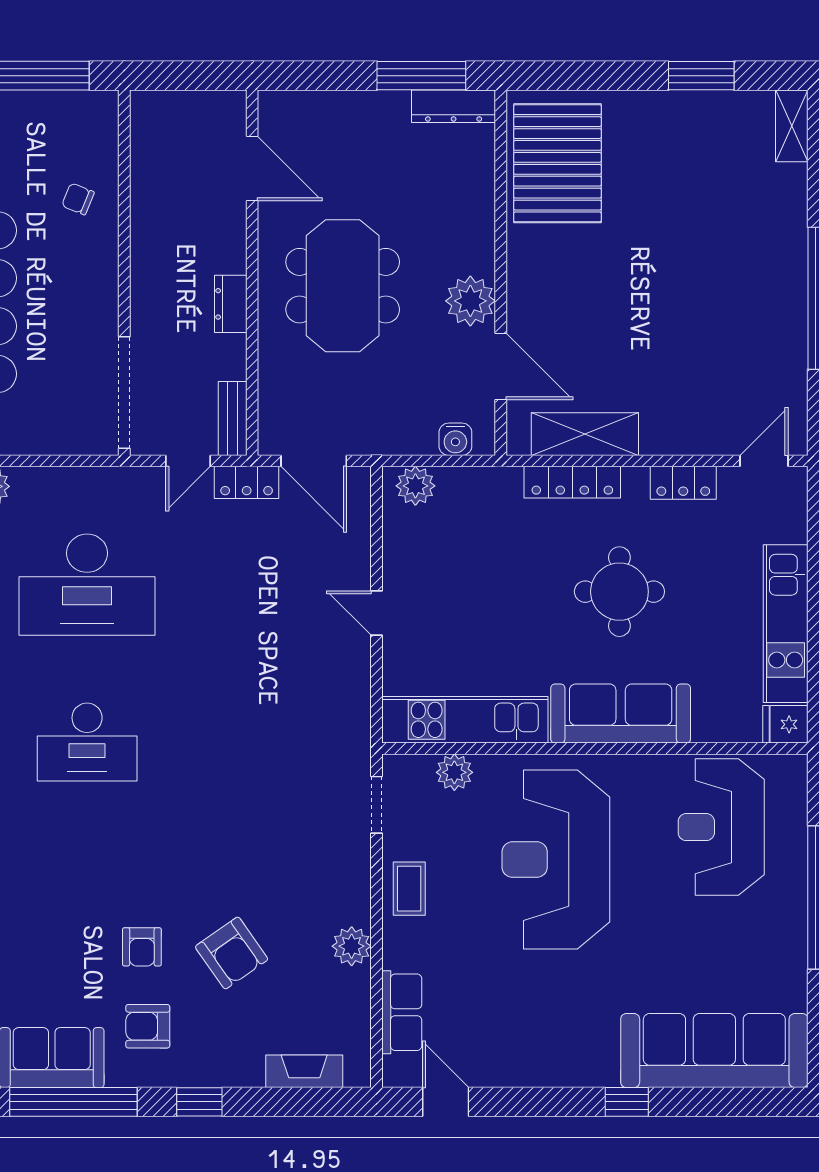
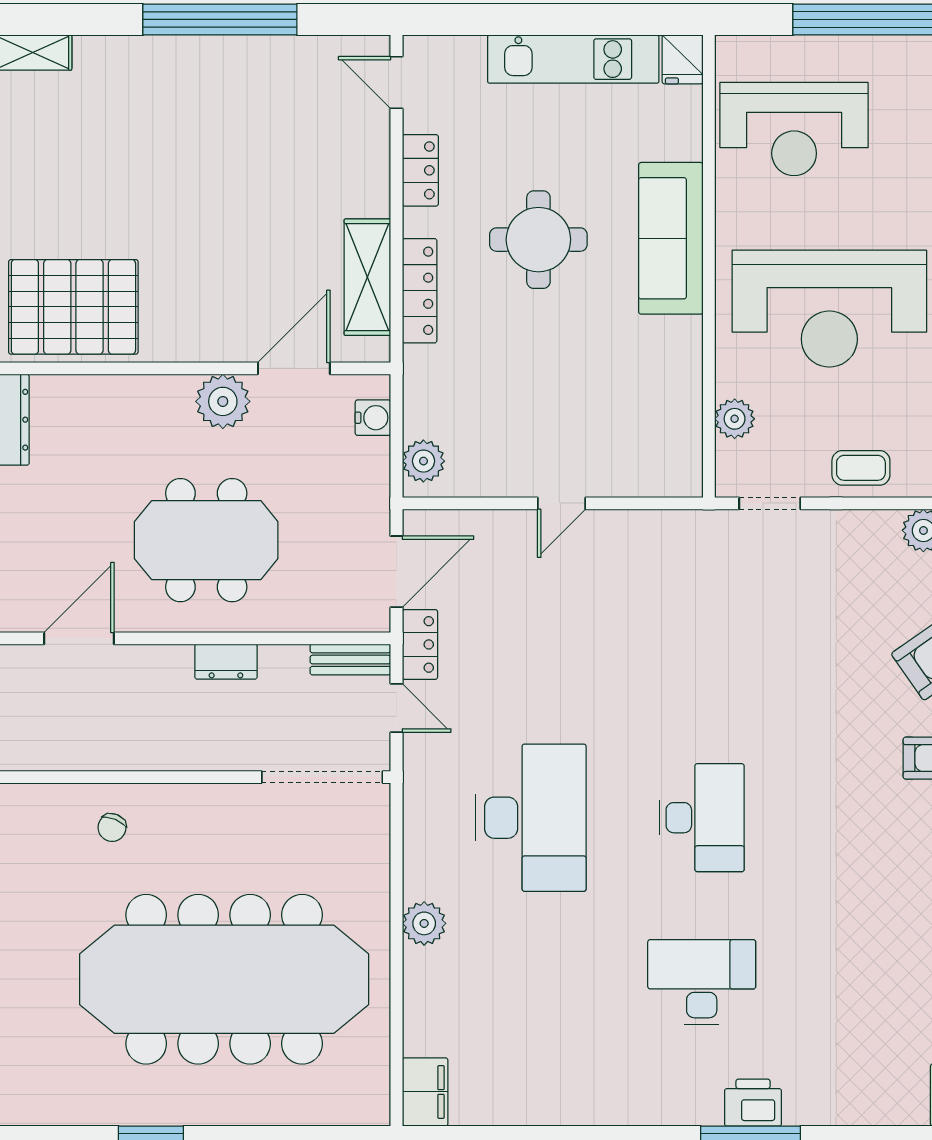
kitchen unit: (465, 720) -> (678, 407), removed

